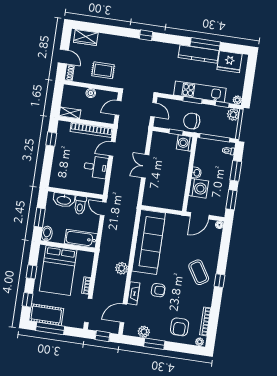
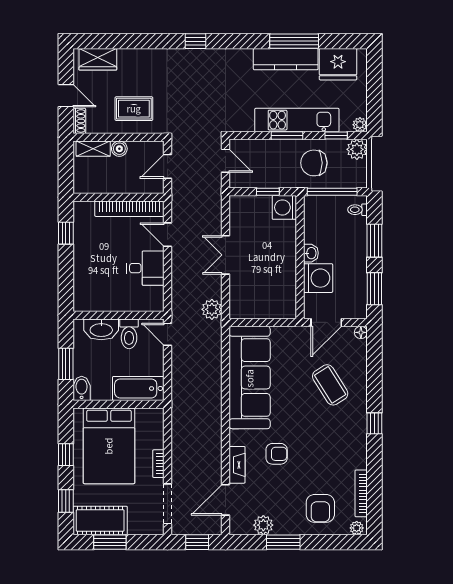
shelving: (70, 113) -> (93, 149), moved
chair: (192, 121) -> (314, 163), moved
door: (112, 149) -> (168, 235), hinge flipped
plant: (122, 268) -> (212, 309), moved
coffee table: (199, 272) -> (330, 385), moved
window: (50, 328) -> (110, 542), width x0.69

